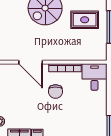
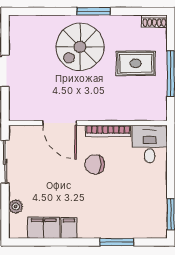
chair: (56, 91) -> (95, 164), turned 90

